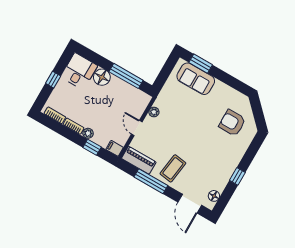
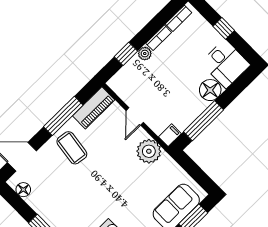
plant: (154, 112) -> (149, 151), width x1.88, depth x1.88
door: (137, 128) -> (135, 116), swing flipped
filing cabinet: (115, 148) -> (170, 135), moved

